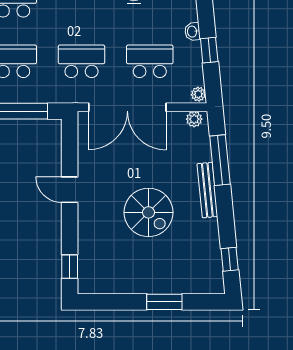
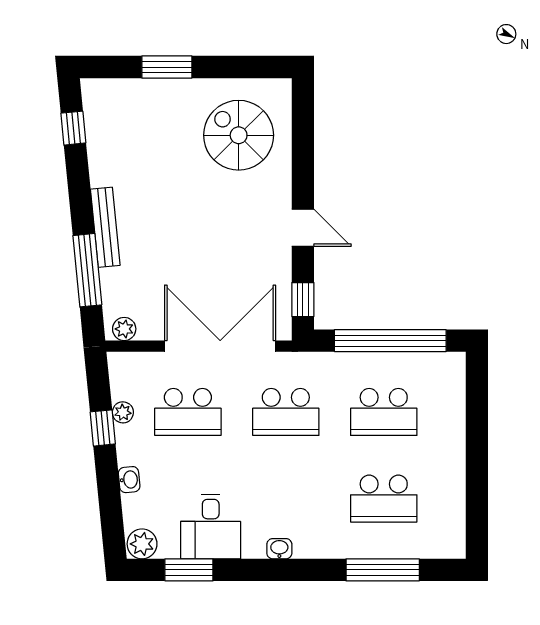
washbasin: (192, 32) -> (129, 480), moved
plant: (198, 94) -> (123, 412), moved
spiral stairs: (148, 212) -> (239, 135), moved
window: (70, 267) -> (303, 300), moved

